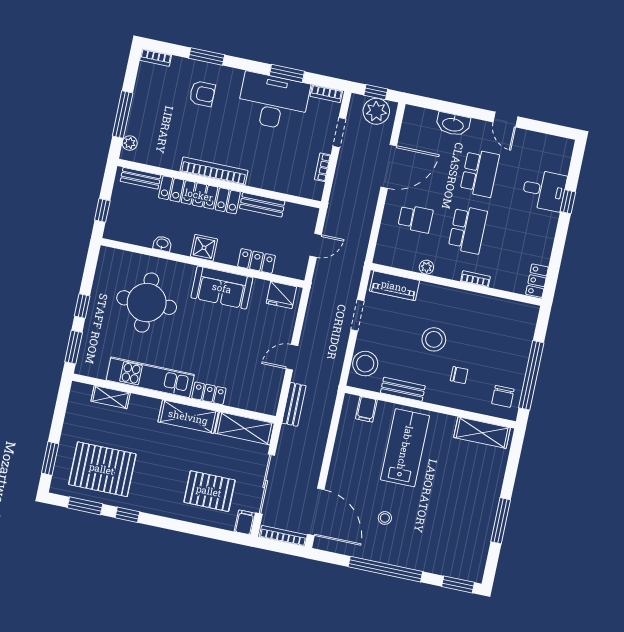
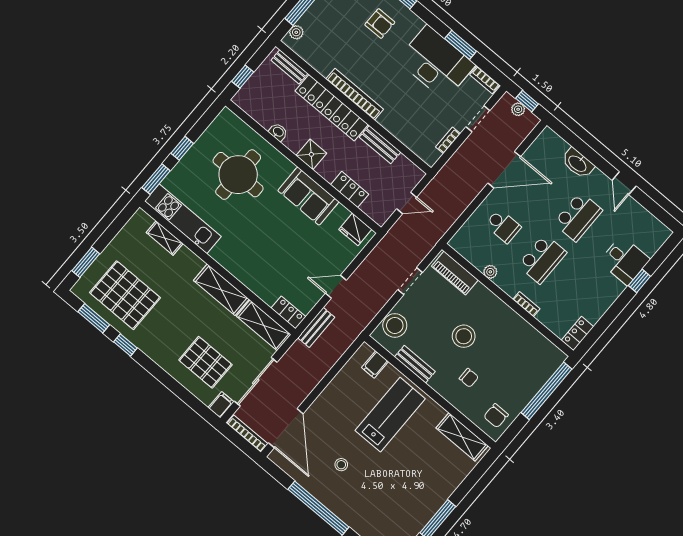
plant: (376, 111) -> (518, 109), width x0.53, depth x0.53
window: (531, 375) -> (547, 391), moved
kitchen unit: (150, 377) -> (183, 219), moved
locker: (209, 393) -> (288, 312), moved

